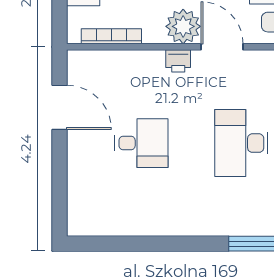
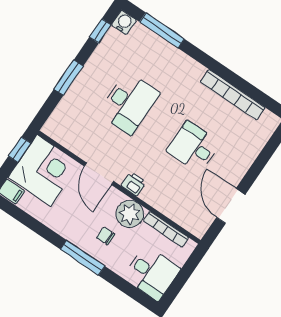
plant: (183, 26) -> (130, 214), moved
bookcase: (137, 226) -> (233, 95), added

